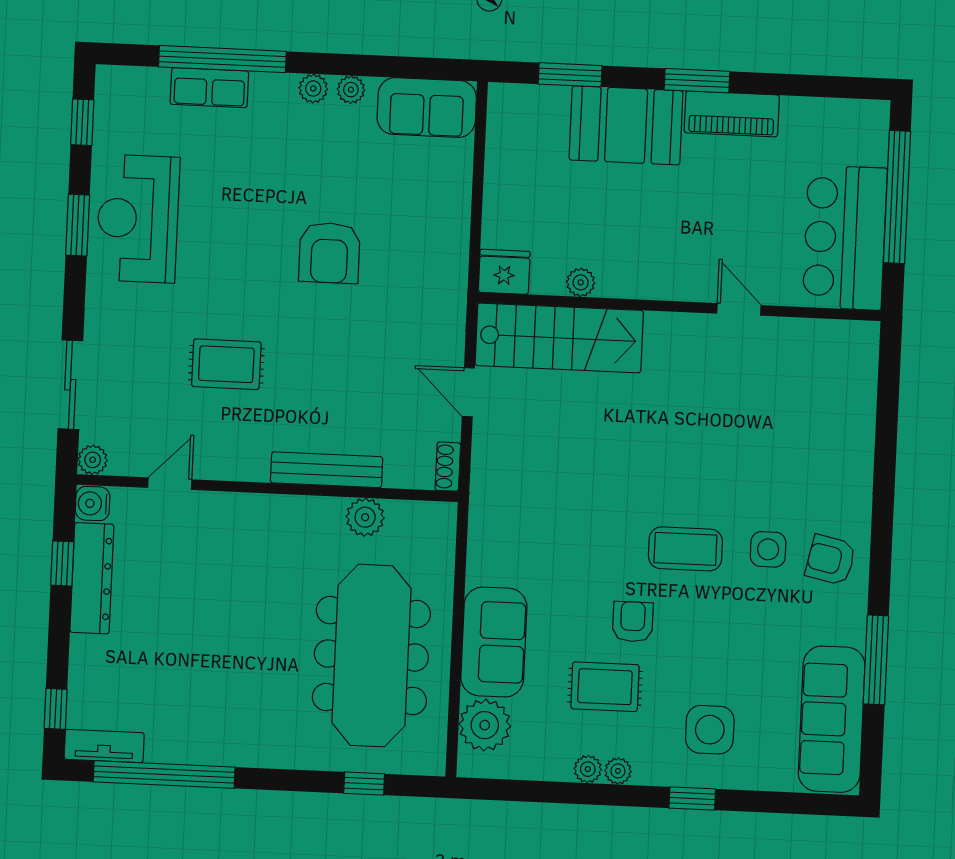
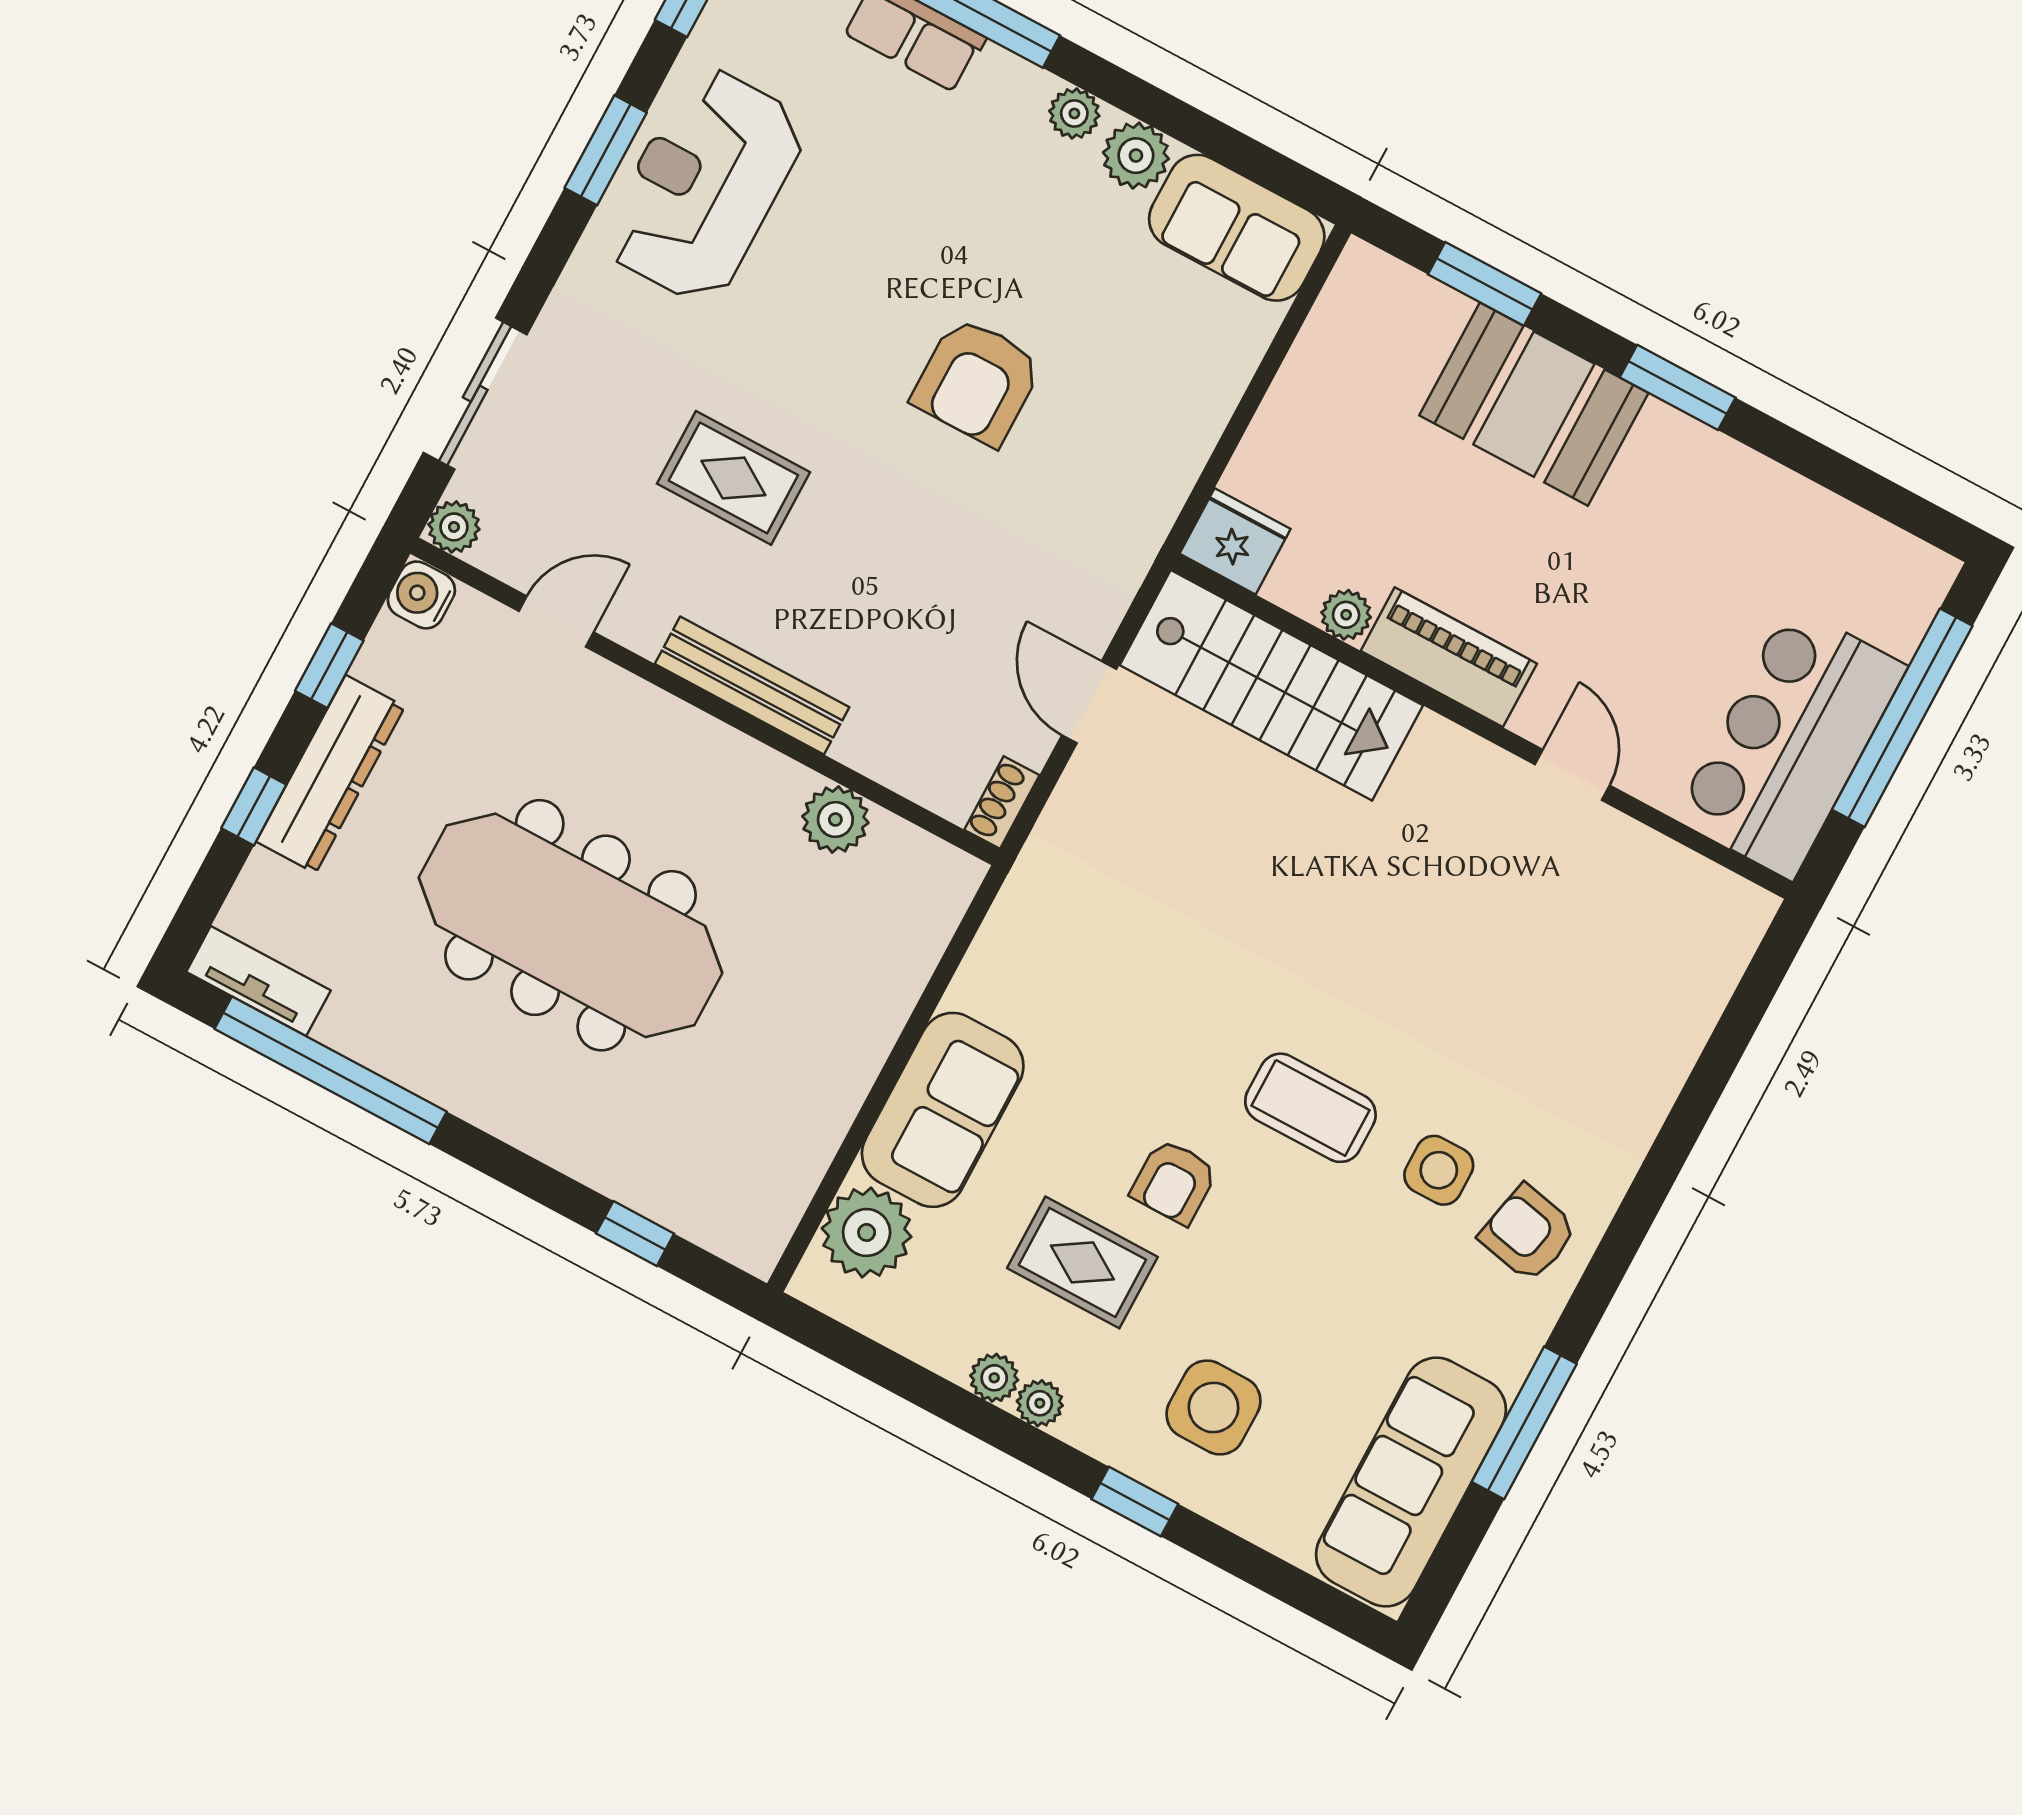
plant: (351, 90) -> (1136, 156), width x1.38, depth x1.38
piano: (732, 114) -> (1449, 657), moved, turned 180
bench: (327, 470) -> (752, 686), moved
dresser: (92, 578) -> (331, 774), moved
armchair: (633, 622) -> (1174, 1182), turned 180
meeting table: (371, 656) -> (571, 925), moved, turned 90
window: (56, 709) -> (254, 806), moved

